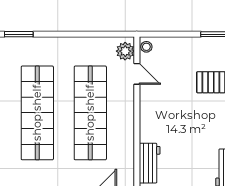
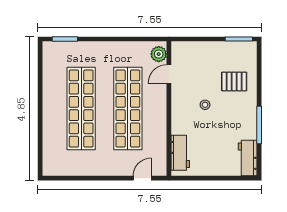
stool: (146, 47) -> (205, 105), moved
door: (137, 74) -> (169, 74), swing flipped

